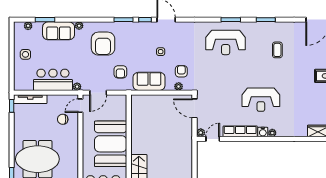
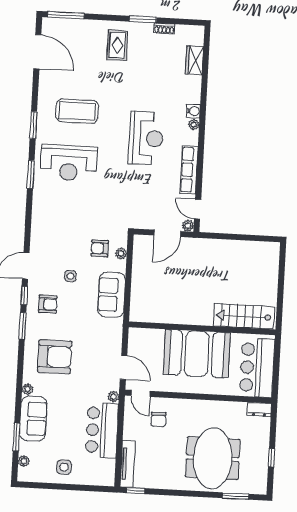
reception desk: (226, 42) -> (69, 163), moved, turned 90
coffee table: (277, 50) -> (77, 111), width x1.86, depth x1.72
armchair: (120, 72) -> (48, 304), moved
door: (194, 108) -> (167, 233), moved
water cooler: (263, 132) -> (193, 111), moved

